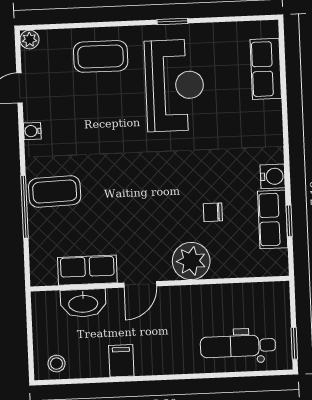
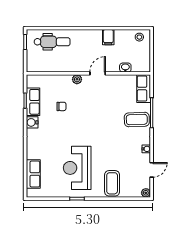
coffee table: (101, 56) -> (112, 183), turned 90
plant: (191, 261) -> (77, 79), width x0.53, depth x0.53
row of seats: (87, 270) -> (144, 89), moved, turned 90
washbasin: (83, 303) -> (125, 68), width x0.52, depth x0.69

